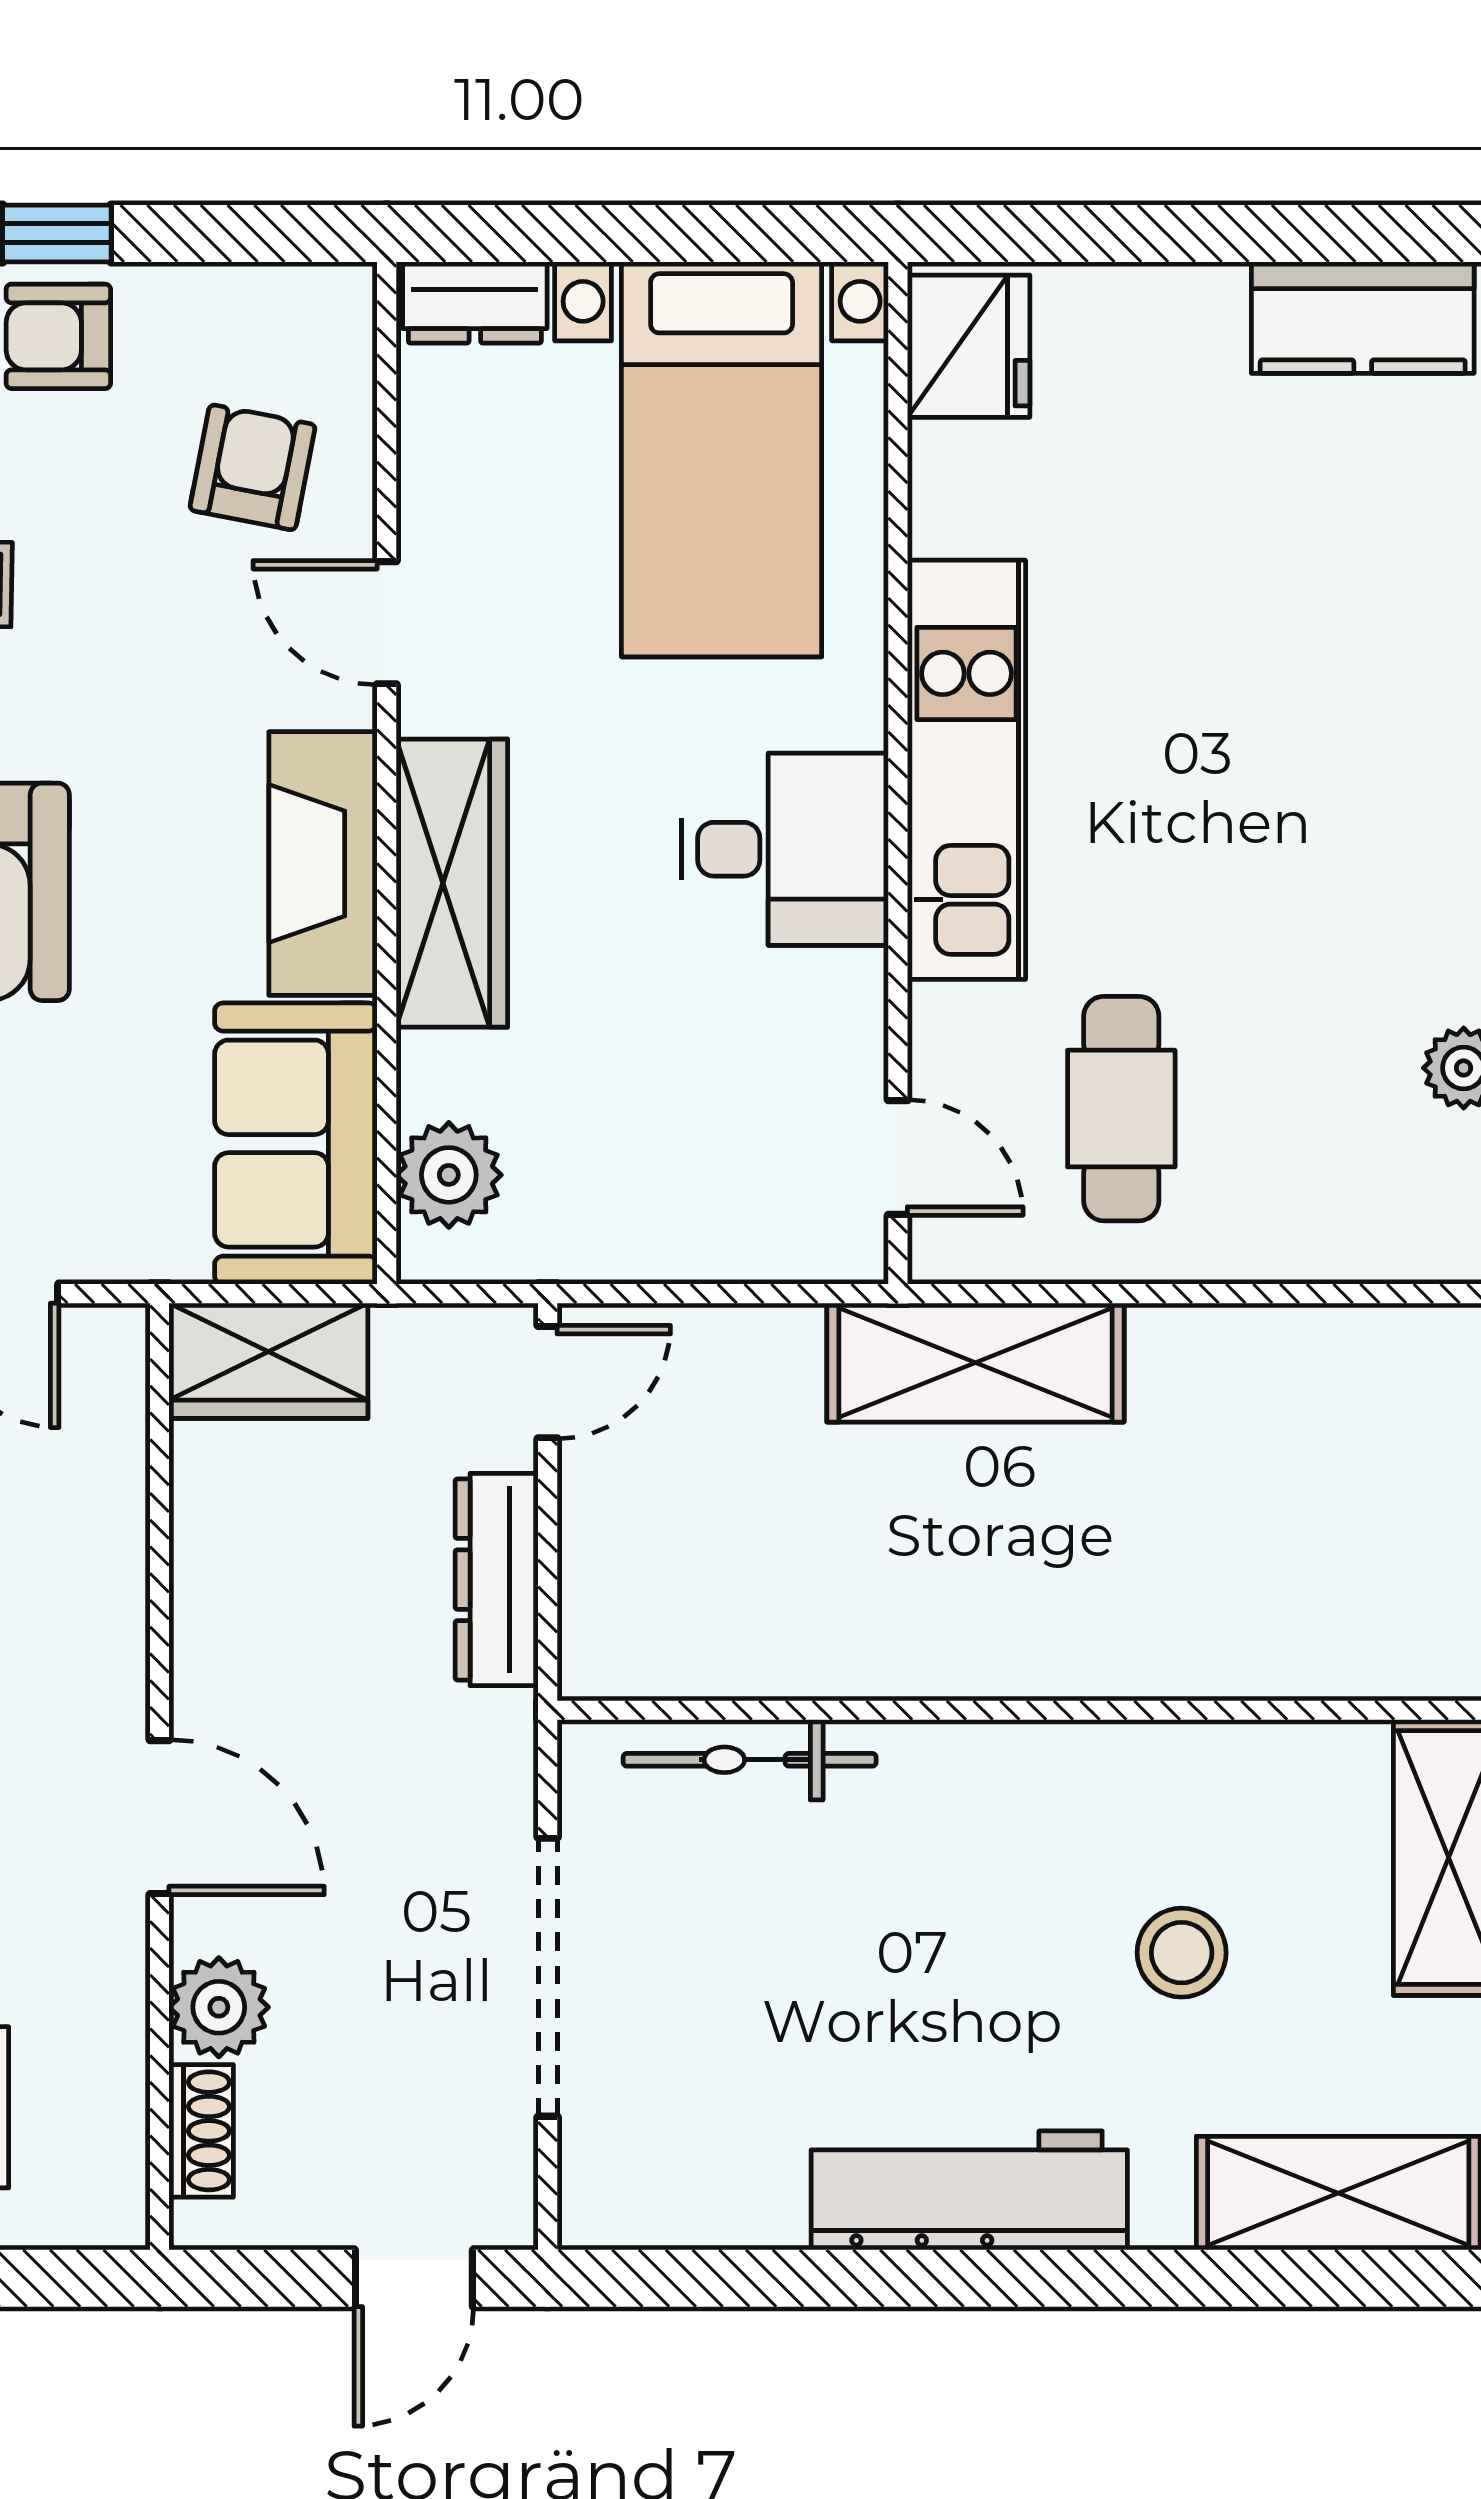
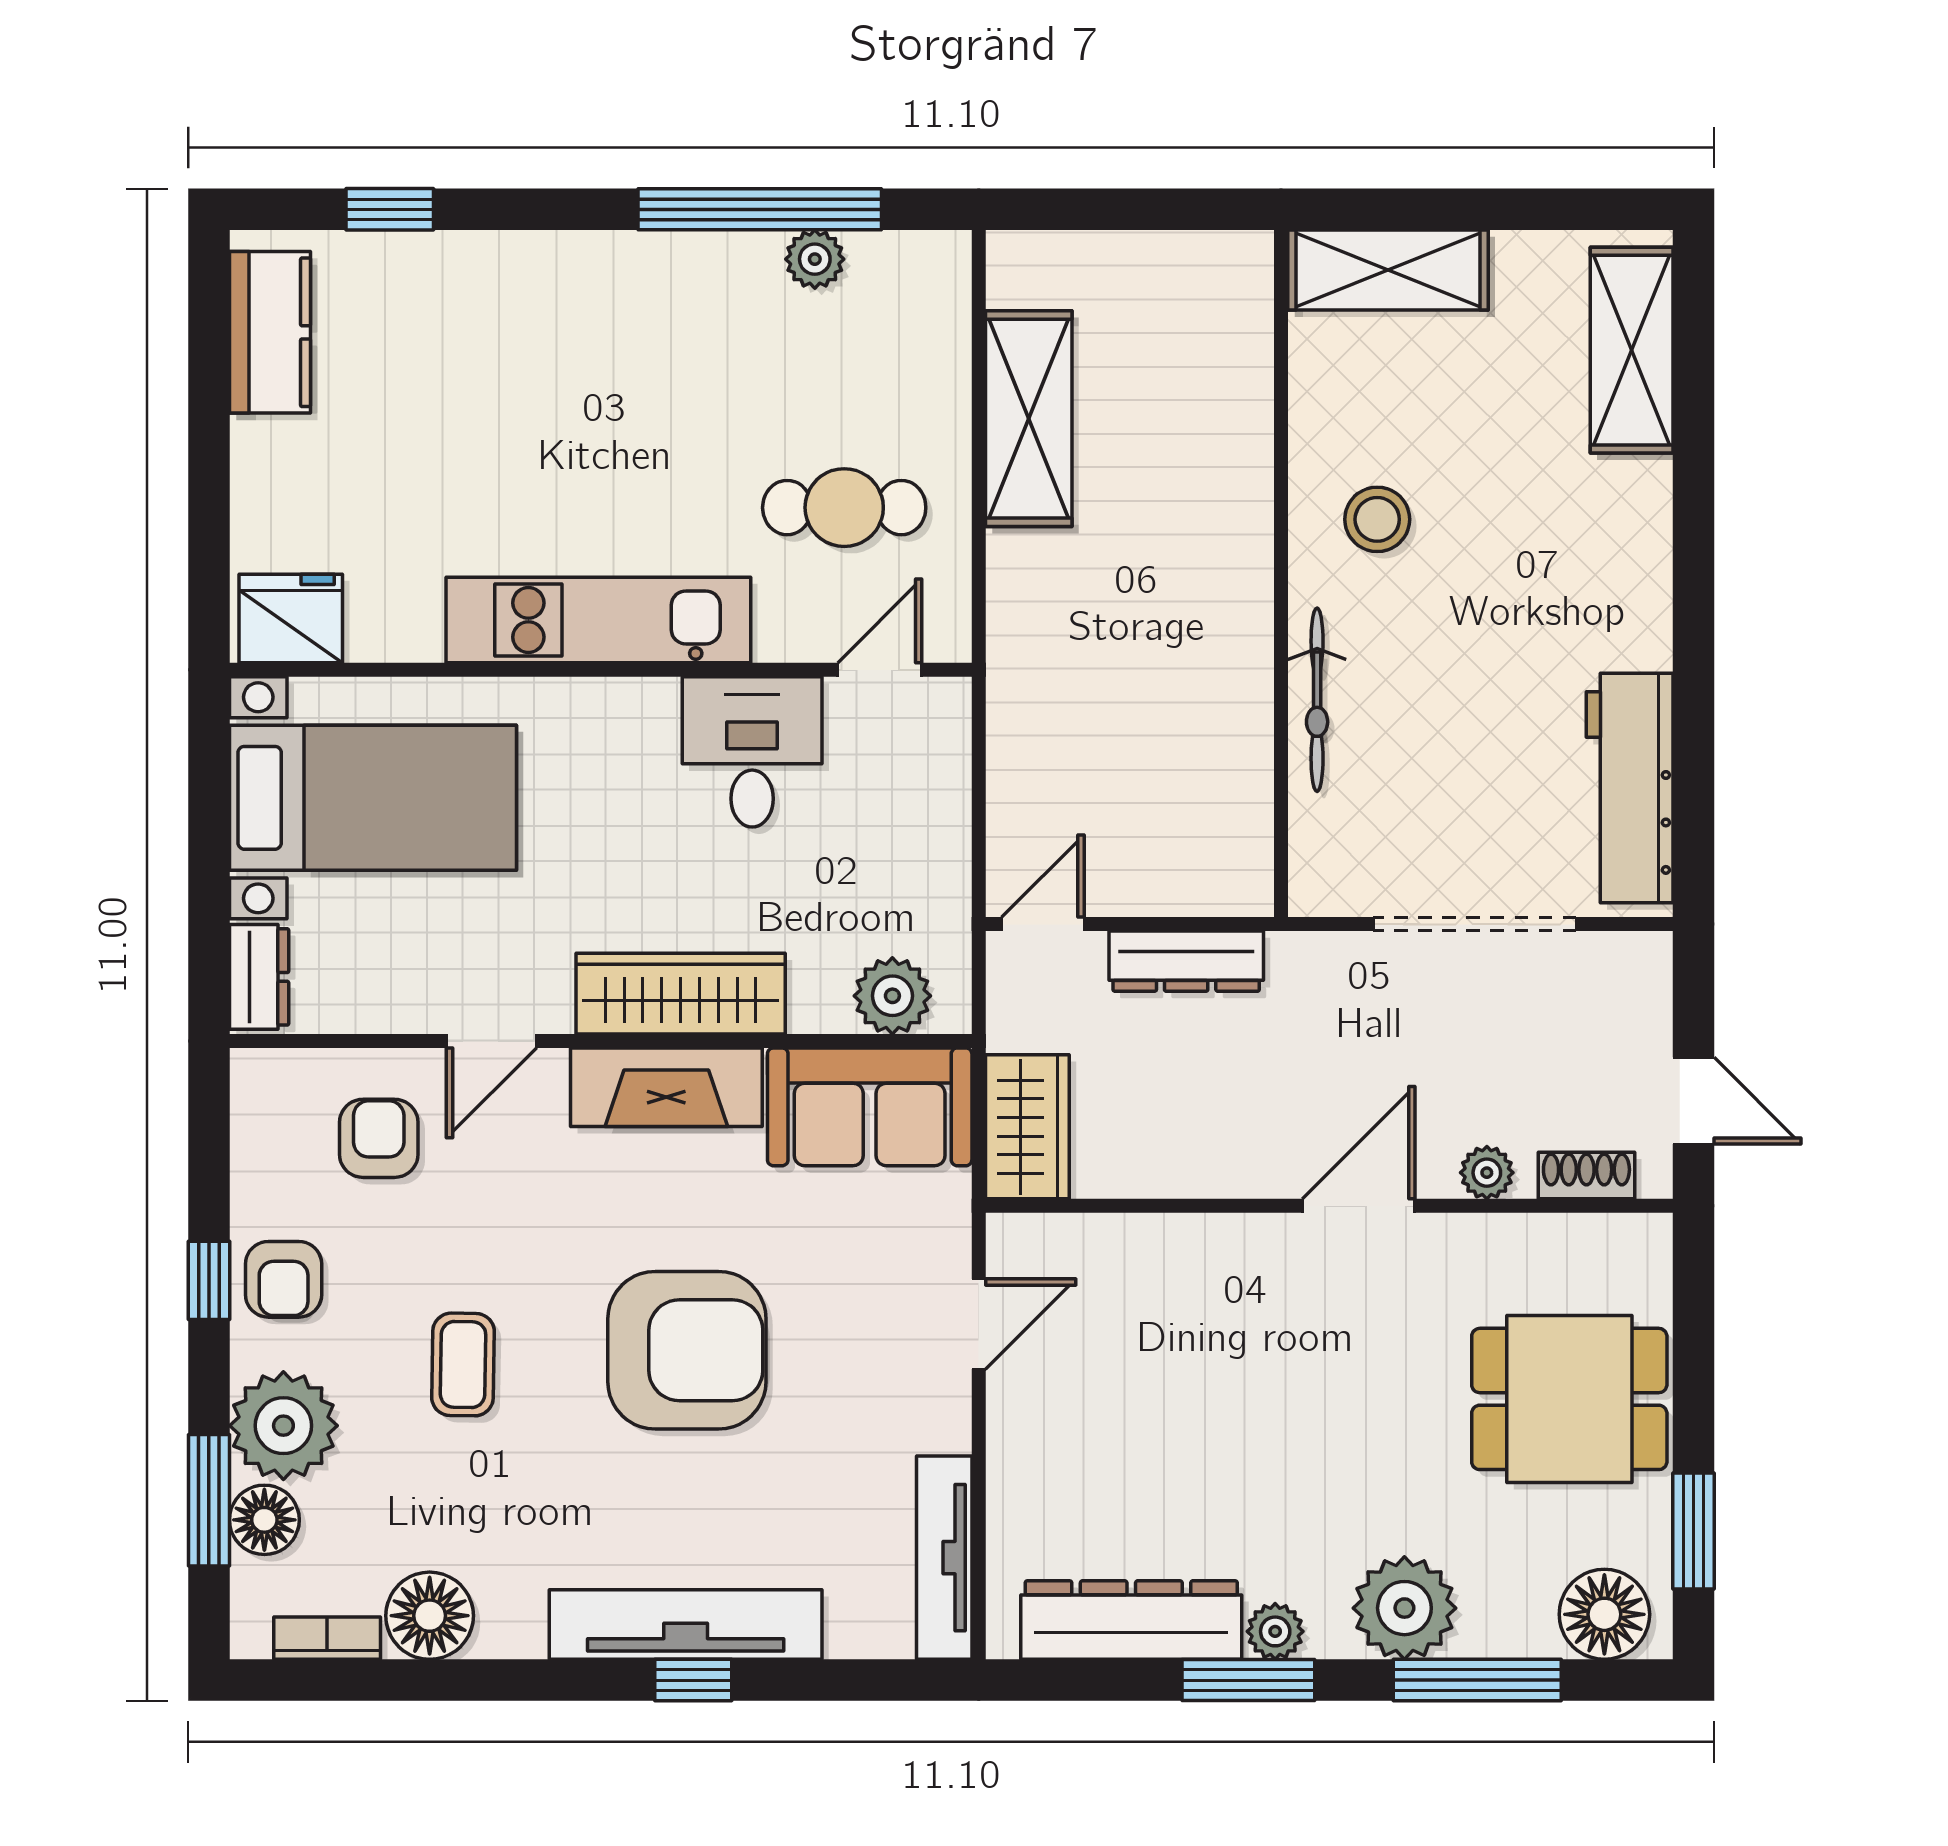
armchair: (253, 467) -> (379, 1138), turned 79
desk: (785, 849) -> (752, 752), moved
shelving: (975, 1363) -> (1029, 419), moved
door: (548, 1382) -> (1043, 924), hinge flipped
bicycle: (750, 1760) -> (1317, 700), moved
stool: (1182, 1953) -> (1377, 519), moved
plant: (219, 2007) -> (1487, 1173), width x0.73, depth x0.73
workbench: (969, 2190) -> (1630, 788), moved
door: (414, 2278) -> (1693, 1101), moved

